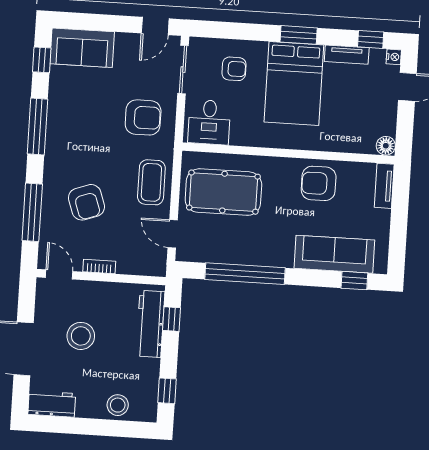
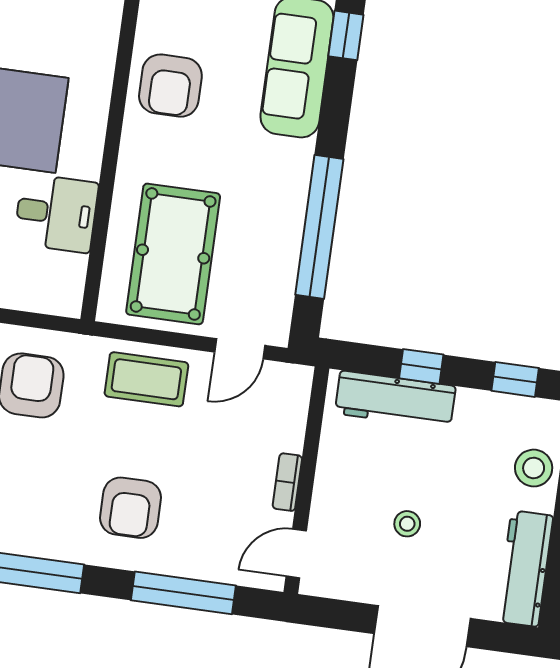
desk: (209, 122) -> (56, 213), moved
armchair: (86, 202) -> (131, 508), moved, turned 109
window: (172, 319) -> (421, 366), moved
stool: (81, 336) -> (407, 524), width x0.53, depth x0.53
workbench: (52, 404) -> (525, 569), width x1.38

